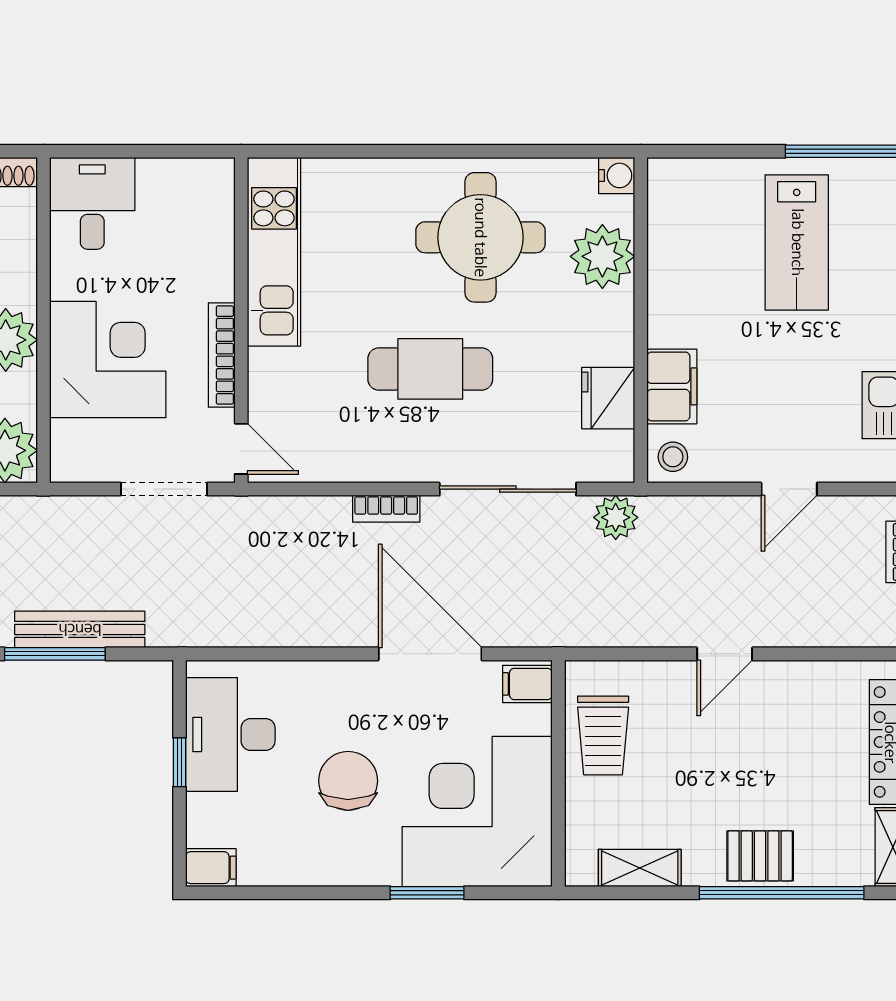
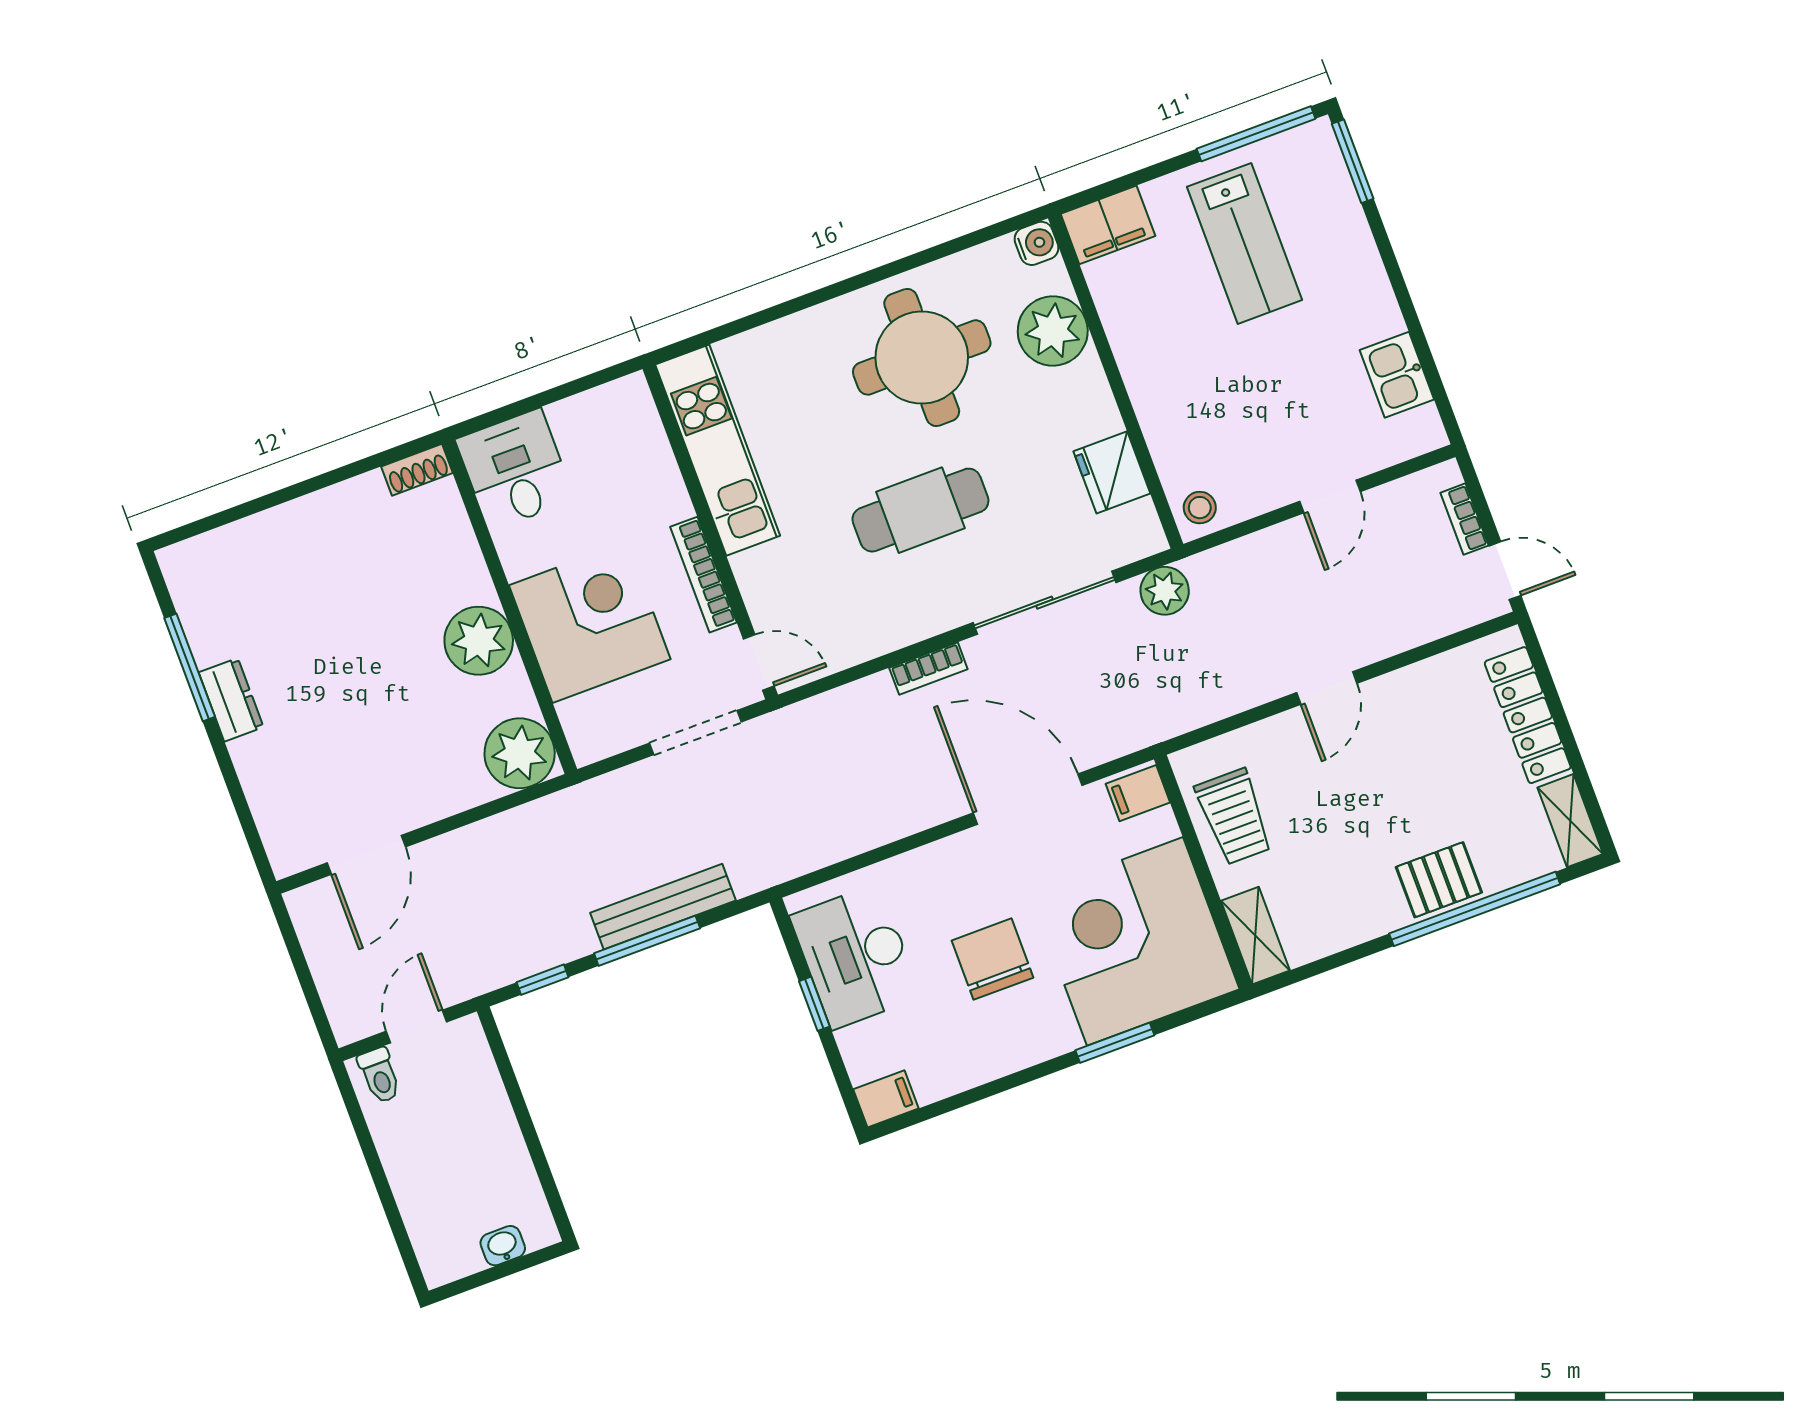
filing cabinet: (672, 386) -> (1108, 225), moved, turned 90
shelving: (640, 868) -> (1255, 936), moved, turned 90

